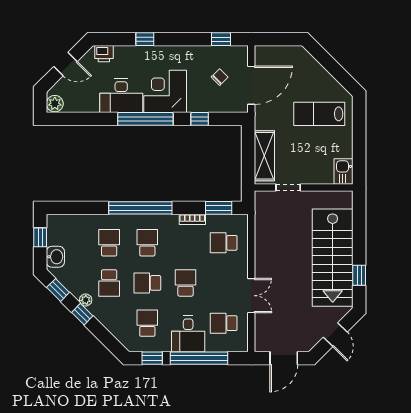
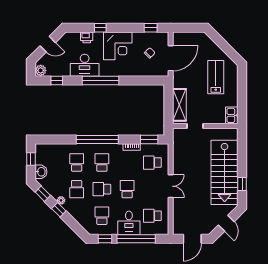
printer: (104, 54) -> (87, 37), moved
corner desk: (165, 91) -> (118, 46), moved, turned 180
lab bench: (319, 114) -> (216, 77), turned 90
window: (200, 119) -> (57, 80), moved
double door: (251, 296) -> (171, 186), moved

